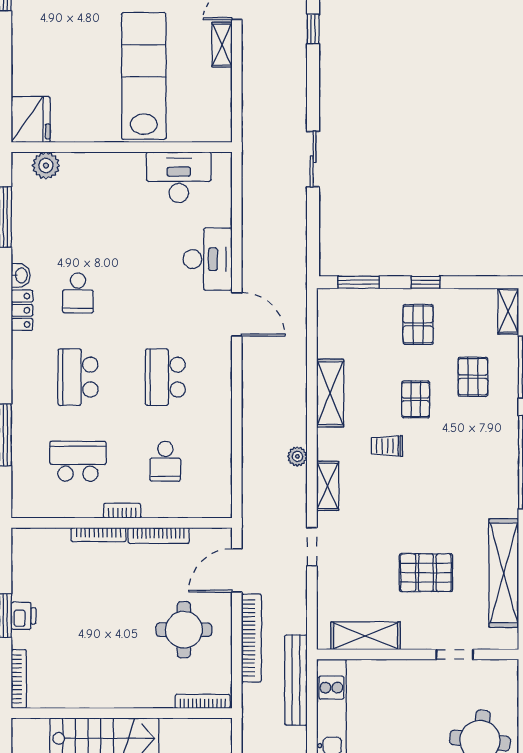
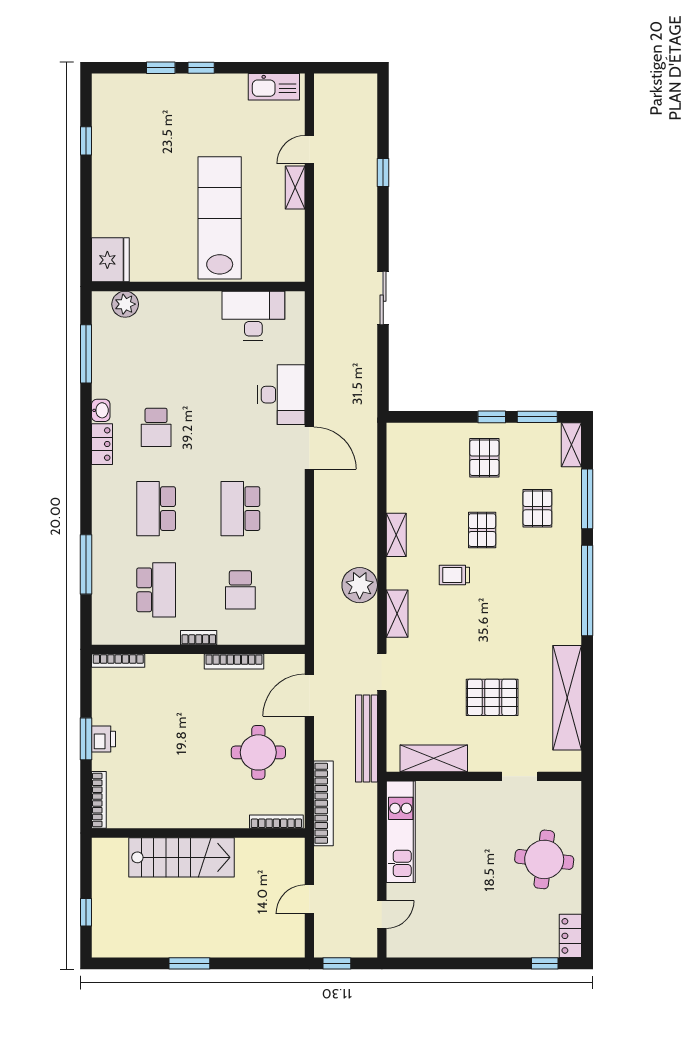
window: (359, 282) -> (537, 417), moved
shelving: (330, 393) -> (396, 535), width x0.67, depth x0.75
plant: (297, 456) -> (360, 585), width x1.88, depth x1.88
school desk: (78, 461) -> (156, 590), turned 90
bookcase: (99, 535) -> (118, 661), moved
bookcase: (251, 638) -> (324, 803), moved
bench: (296, 680) -> (367, 739), moved

